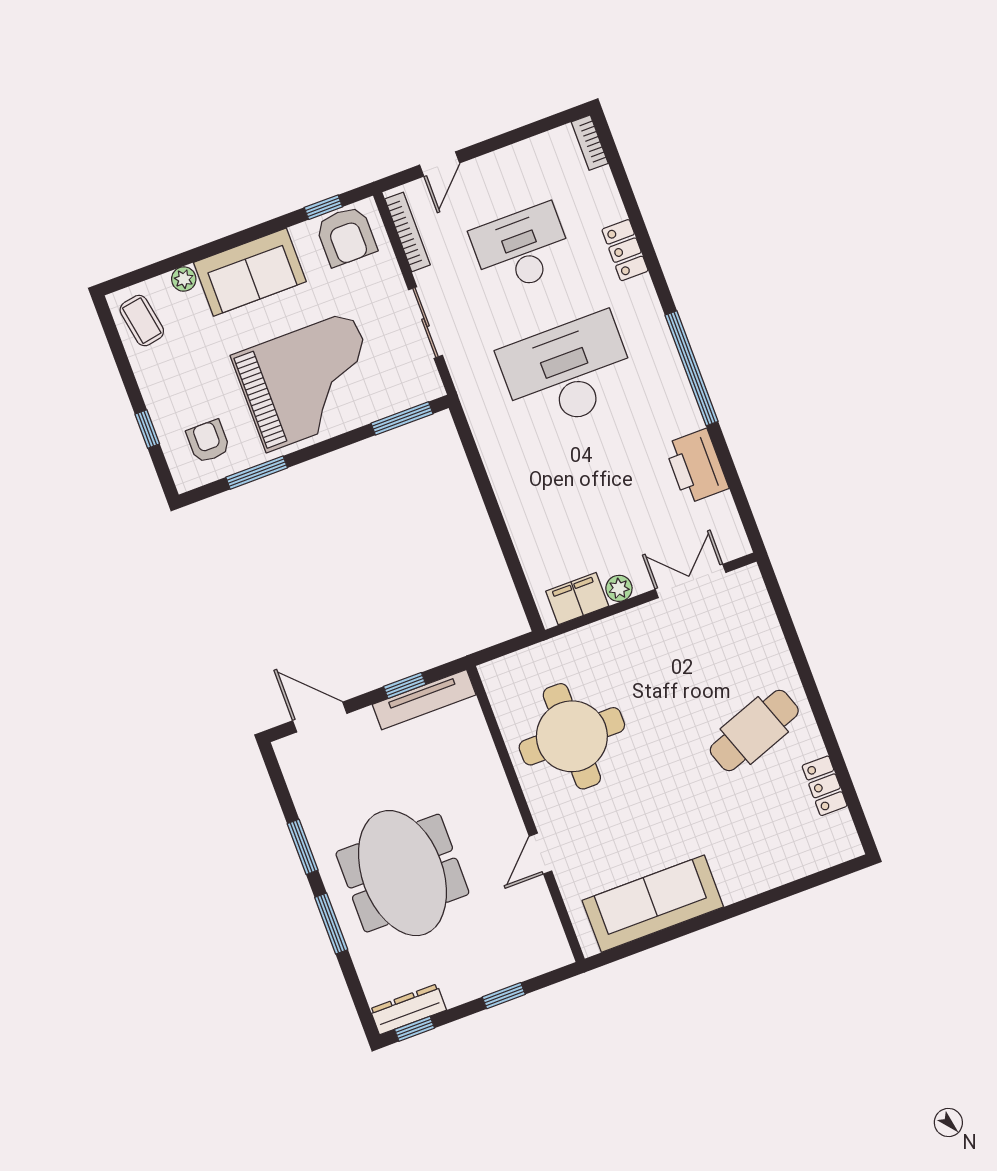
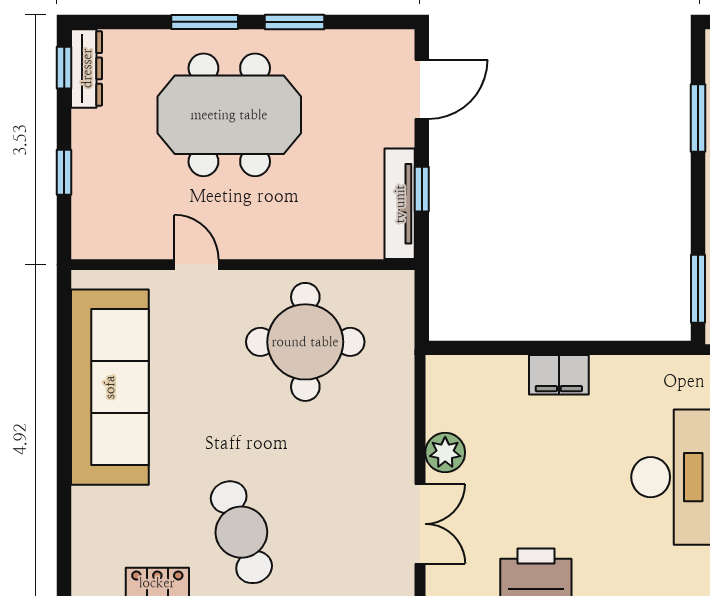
plant: (619, 588) -> (445, 453), width x1.38, depth x1.38
filing cabinet: (577, 599) -> (559, 375), moved, turned 90
sofa: (653, 904) -> (110, 387), width x1.36, depth x1.27

